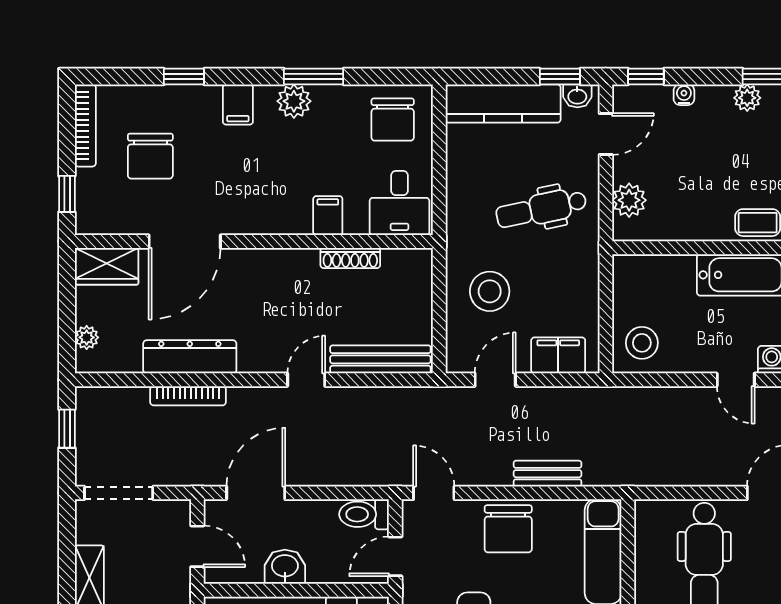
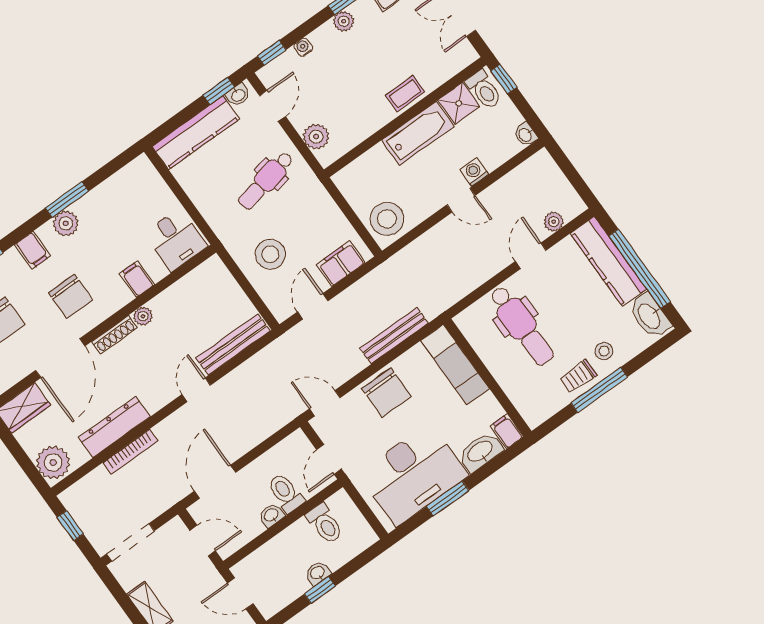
chair: (393, 120) -> (71, 296), moved
shoe rack: (350, 258) -> (115, 335), moved
plant: (306, 260) -> (143, 316), added
plant: (87, 337) -> (53, 462), width x1.87, depth x1.87
stool: (642, 343) -> (387, 219), width x1.38, depth x1.38
bench: (547, 474) -> (394, 336), width x1.36
toilet: (364, 514) -> (286, 493), moved, turned 90
washbasin: (285, 567) -> (271, 515), width x0.72, depth x0.69

